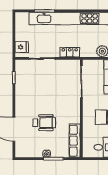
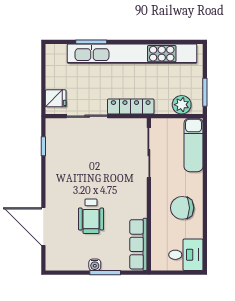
locker: (70, 52) -> (131, 106), width x1.53
wheelchair: (44, 123) -> (91, 216), turned 90

